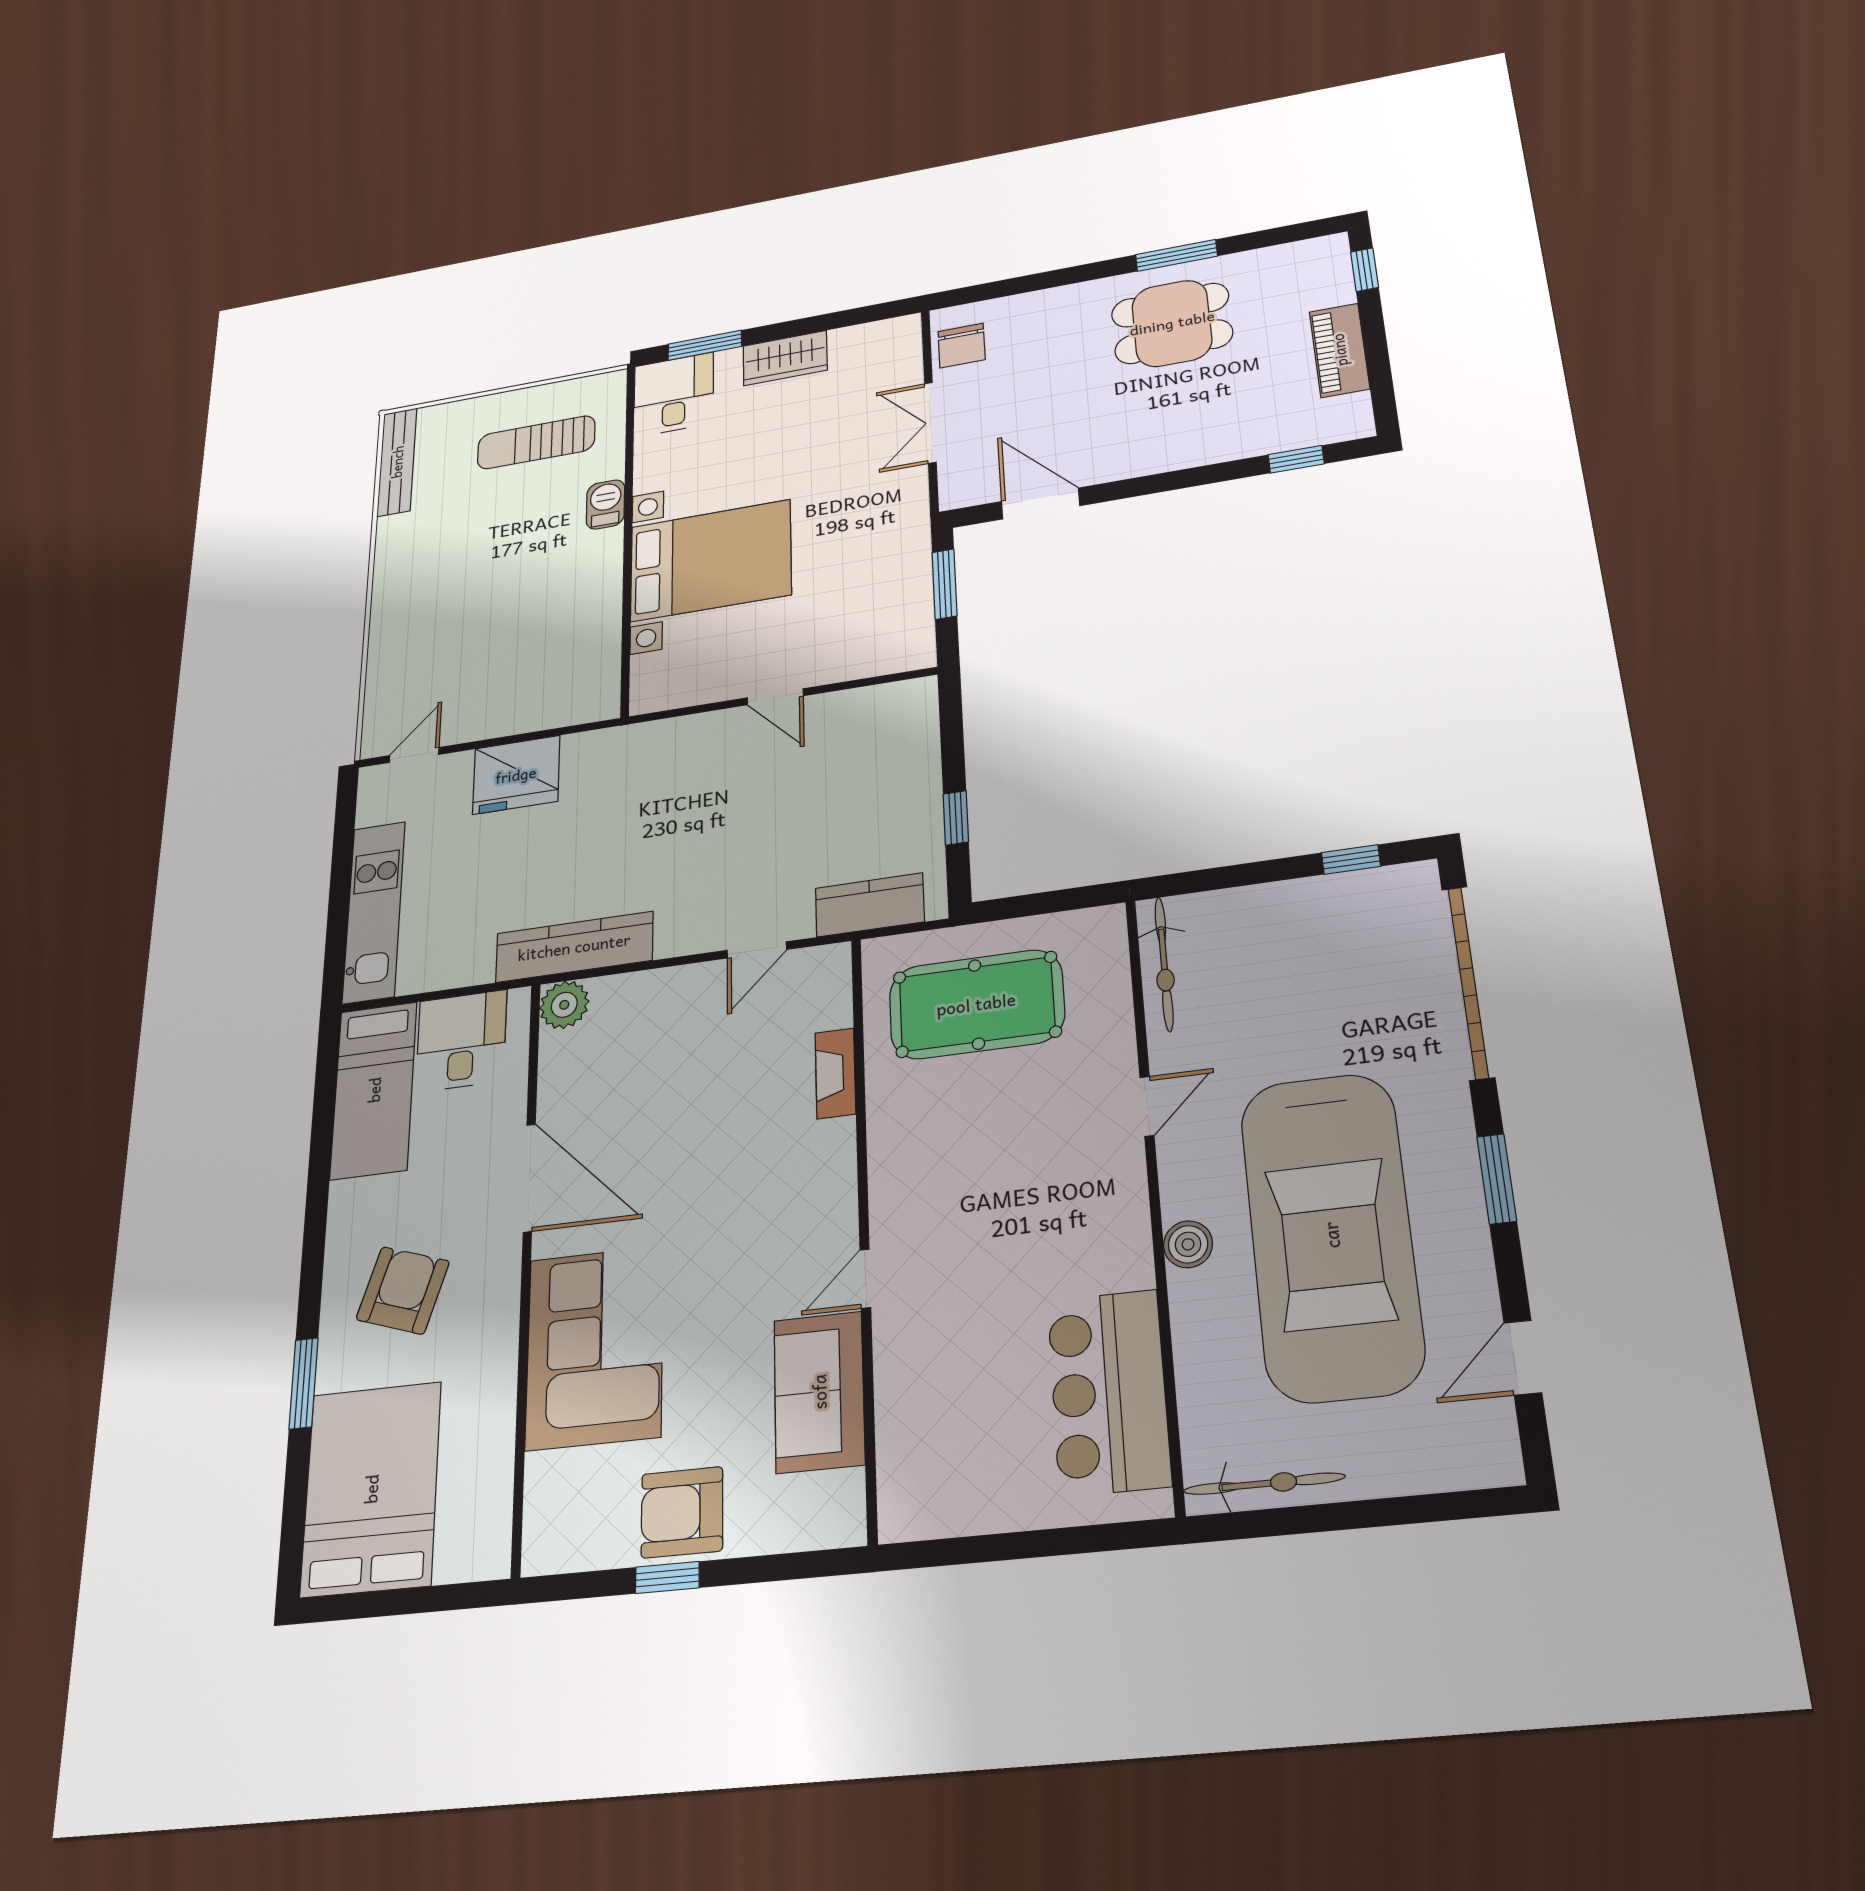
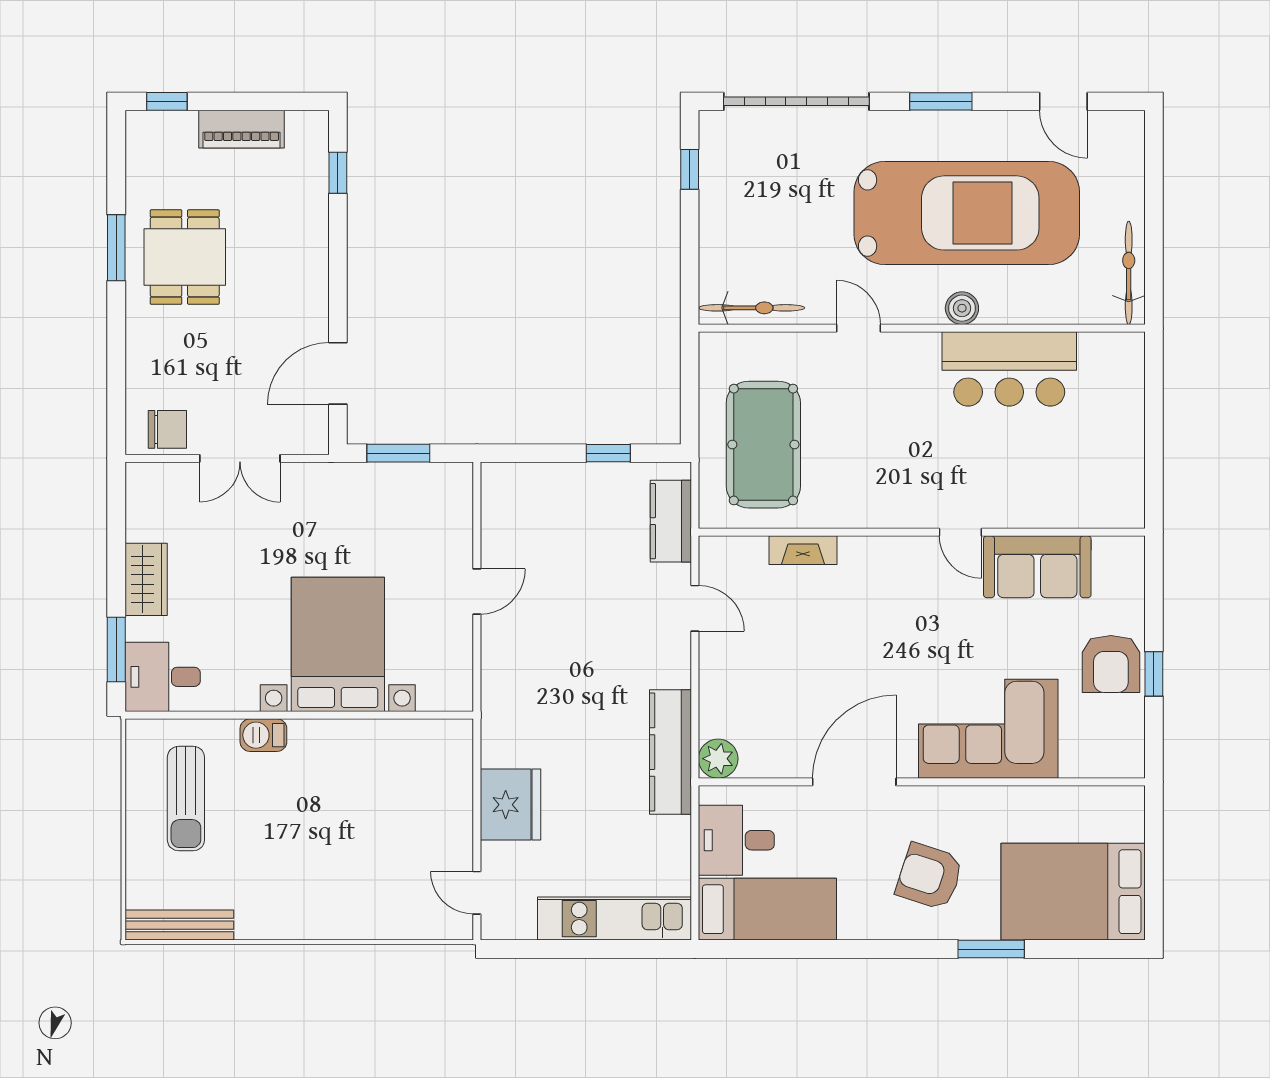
bar counter: (1109, 1392) -> (1009, 369), moved

